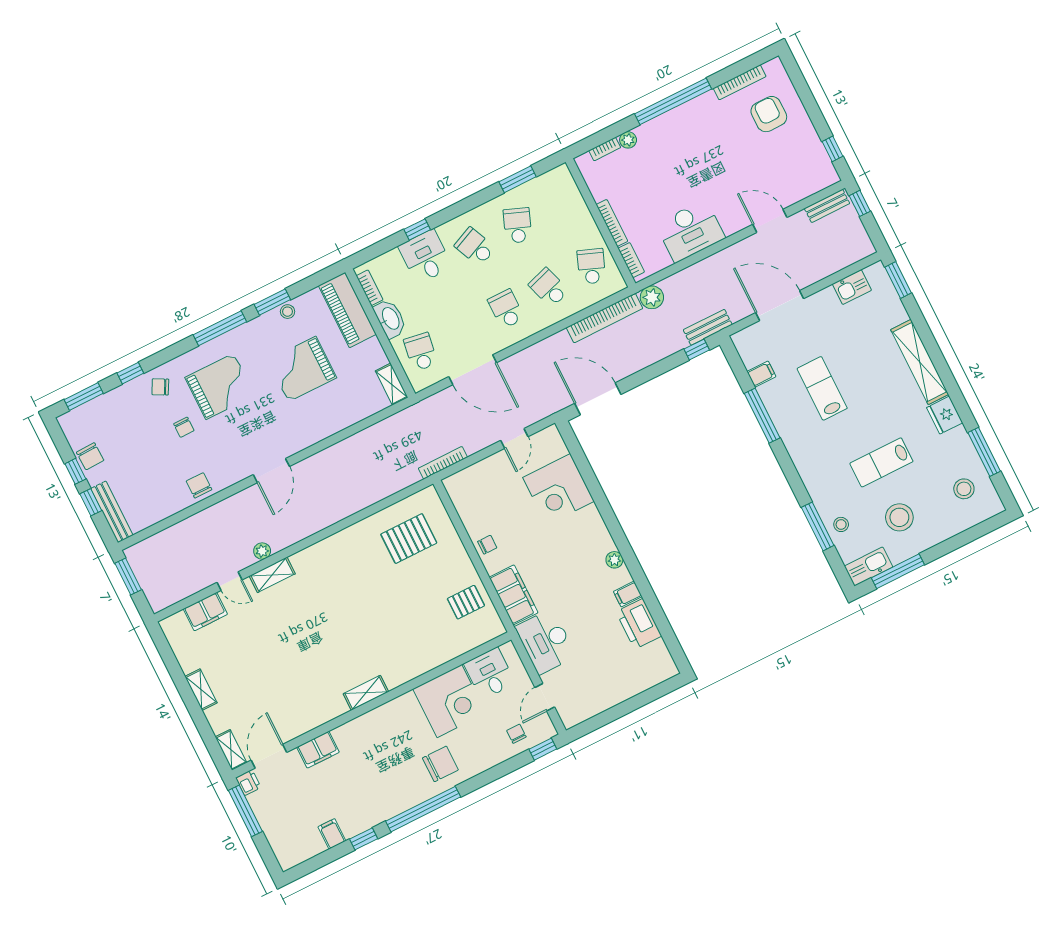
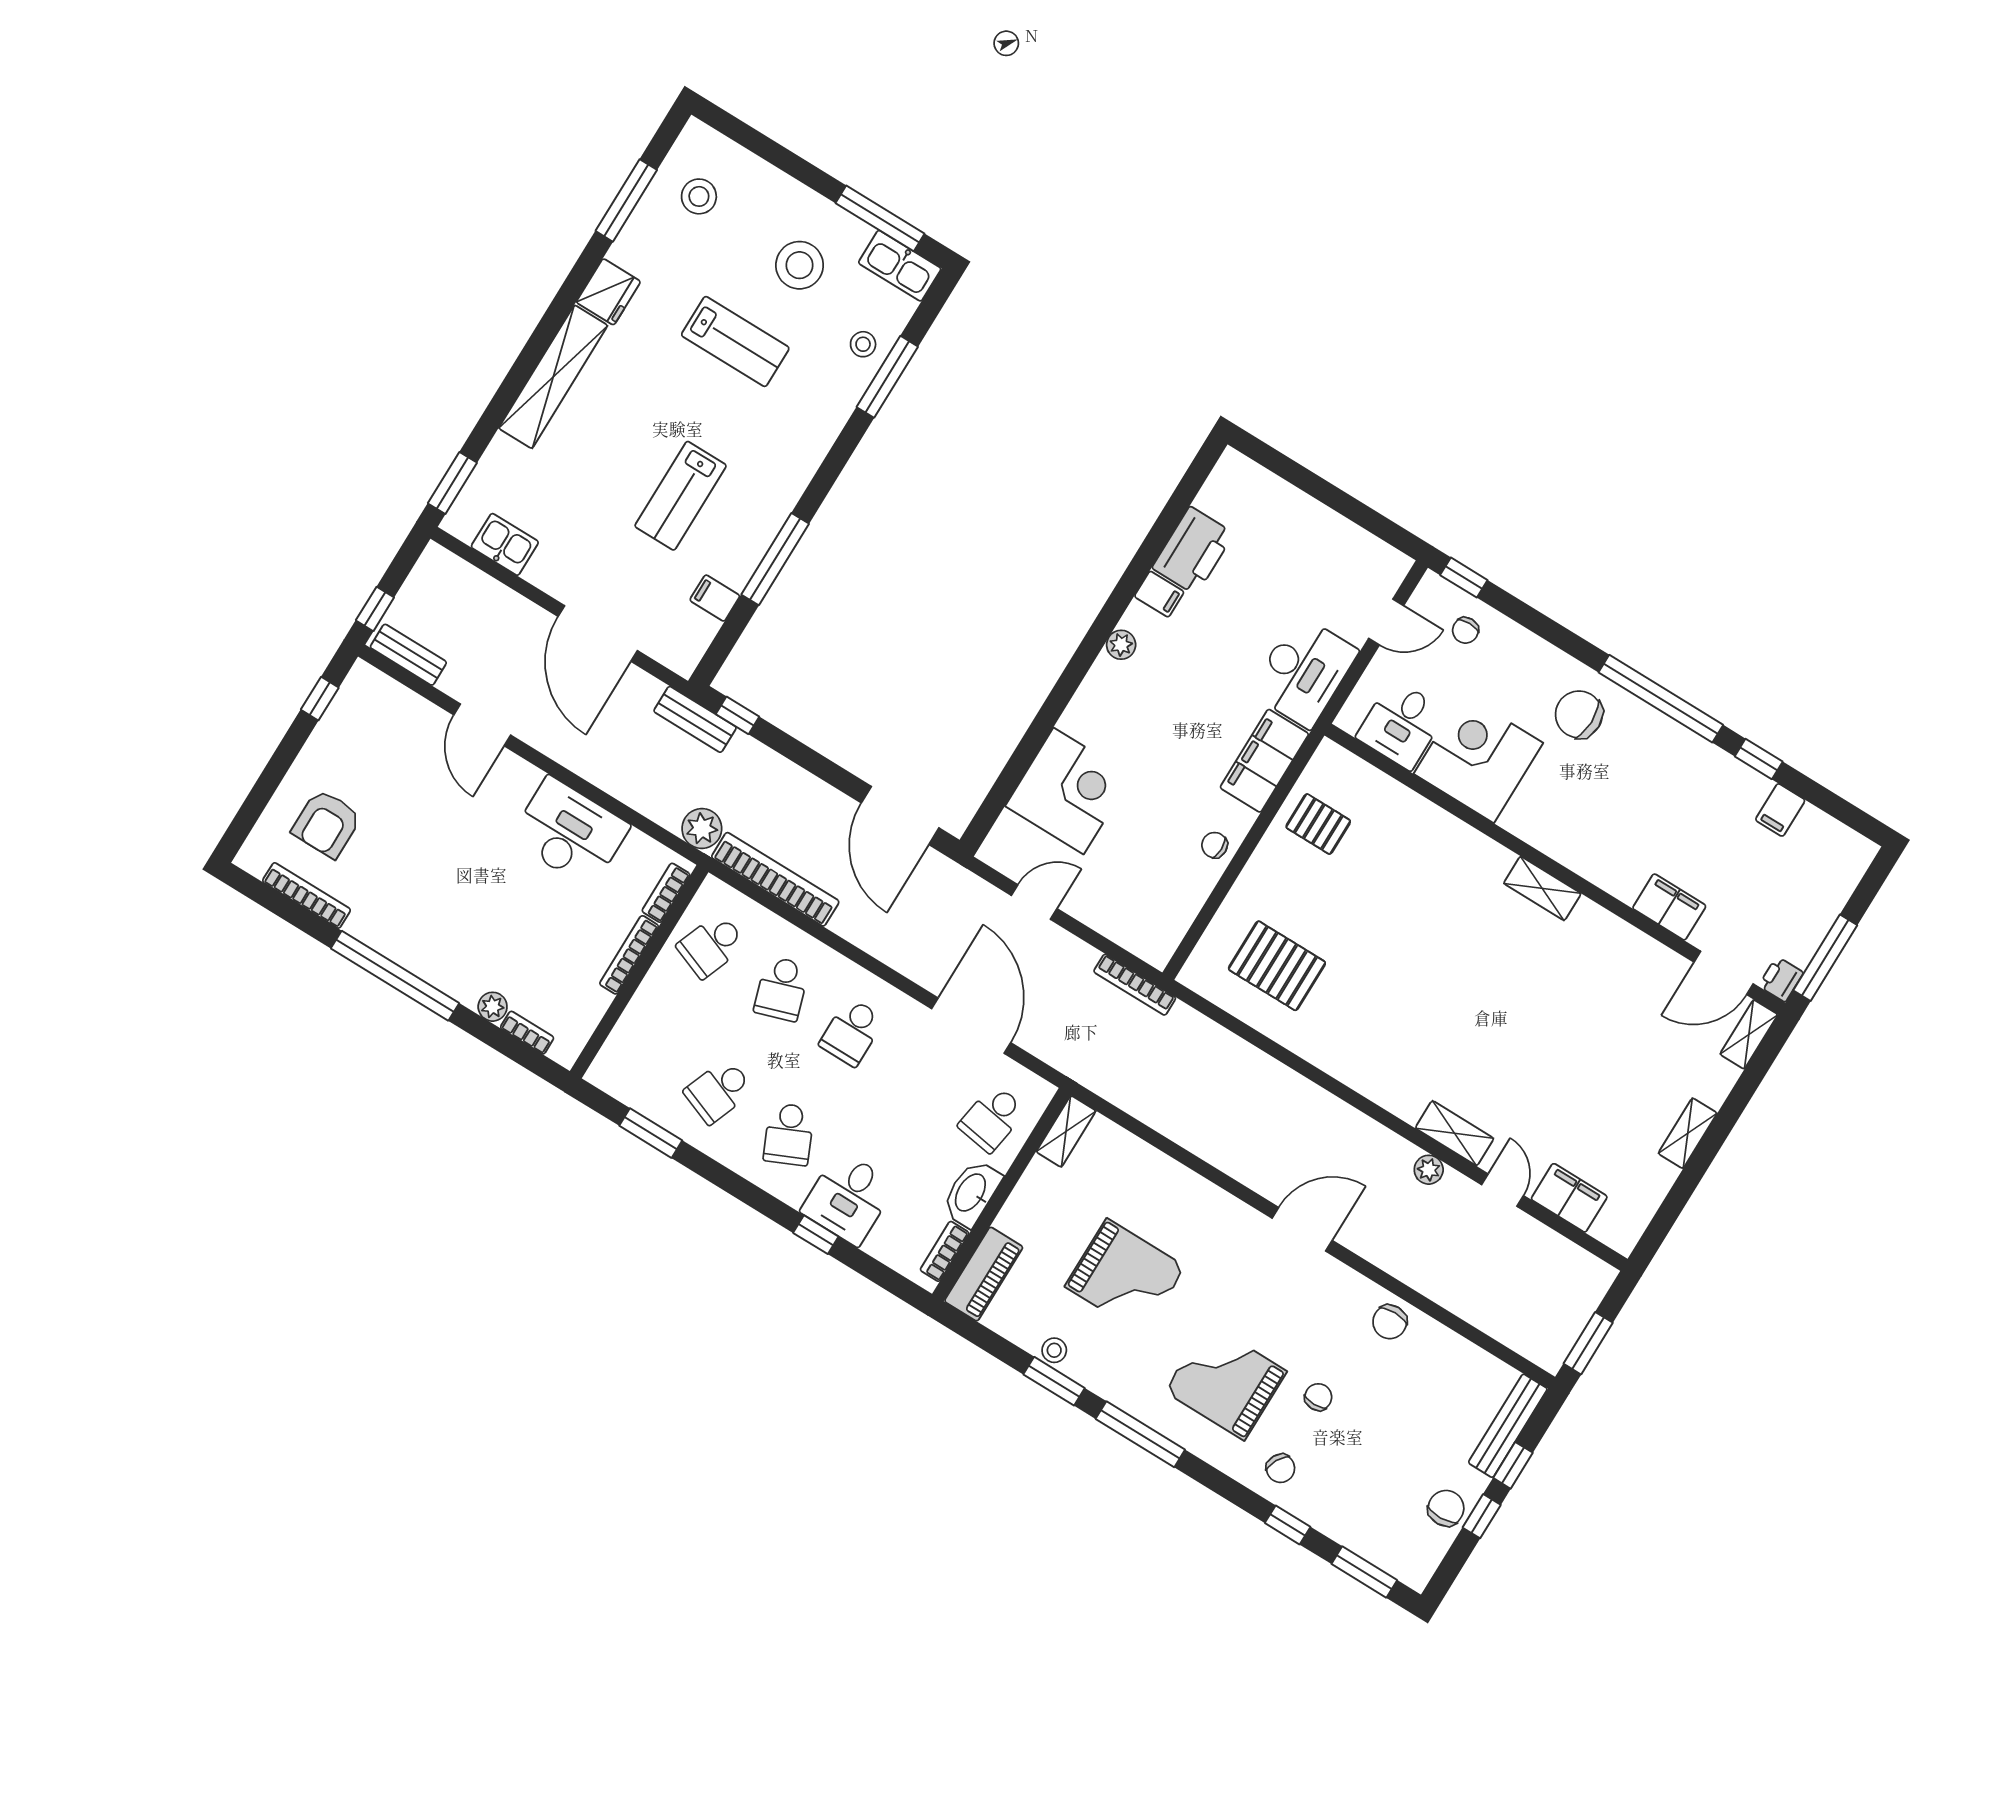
piano: (347, 310) -> (984, 1274), width x0.73, depth x0.75

